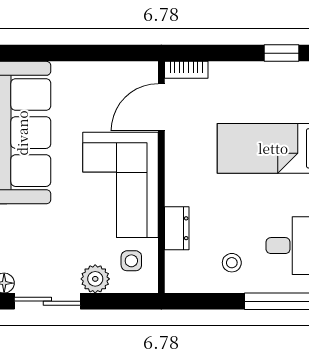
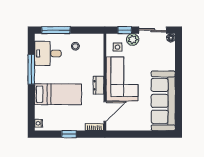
window: (282, 53) -> (69, 134), moved
dresser: (177, 228) -> (98, 85), moved
window: (114, 301) -> (125, 30), added

